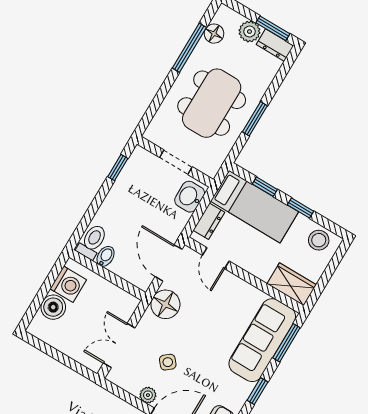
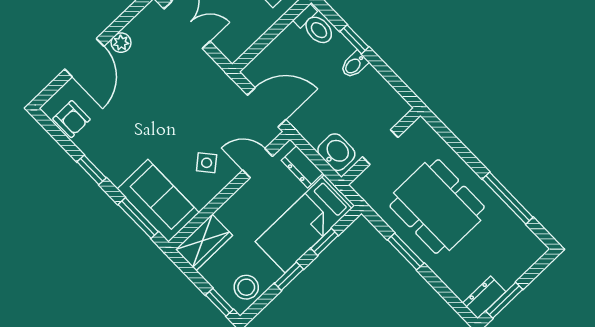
plant: (250, 32) -> (508, 272), removed
floor lamp: (214, 34) -> (516, 231), removed
window: (118, 168) -> (354, 39), moved
bidet: (106, 256) -> (354, 65), moved, turned 90
window: (337, 259) -> (219, 302), added
floor lamp: (165, 304) -> (220, 91), removed
sofa: (262, 340) -> (158, 201), width x0.73
side table: (168, 362) -> (207, 163), moved

